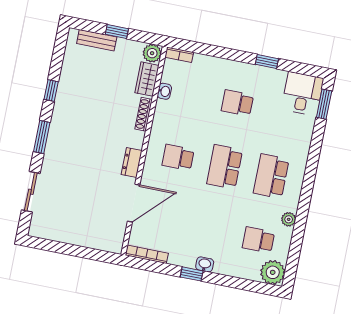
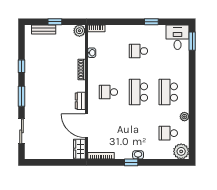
wardrobe: (147, 79) -> (79, 149), moved
door: (134, 203) -> (87, 126), swing flipped

